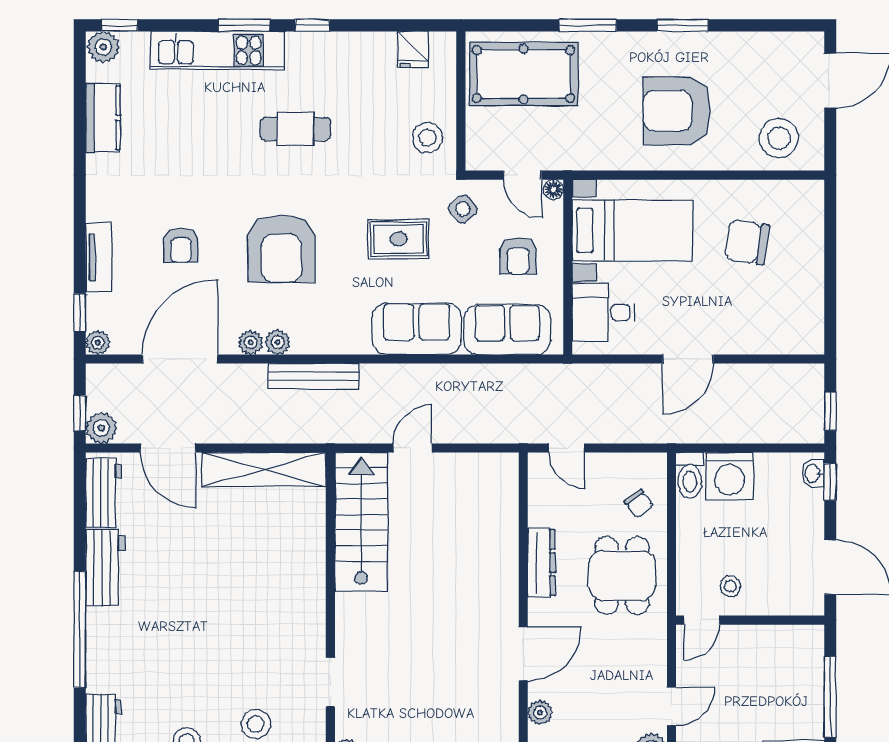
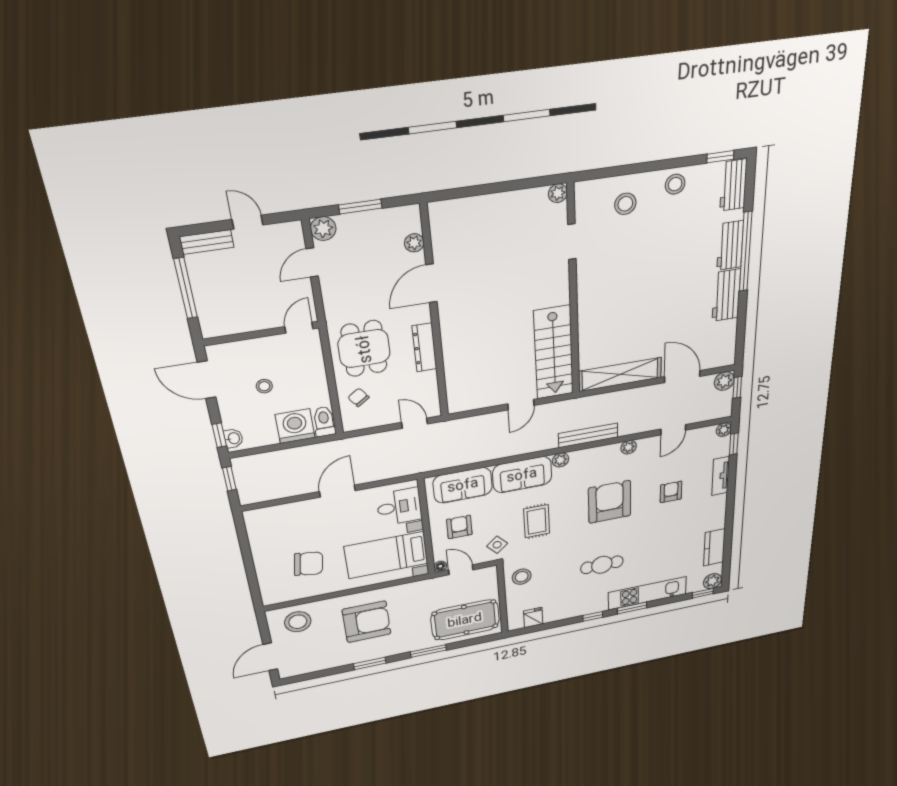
rug: (398, 239) -> (537, 521), turned 90
plant: (278, 342) -> (560, 460), moved
door: (180, 359) -> (673, 430), width x0.53
workbench: (103, 493) -> (730, 246), moved
stool: (730, 586) -> (264, 386), moved

